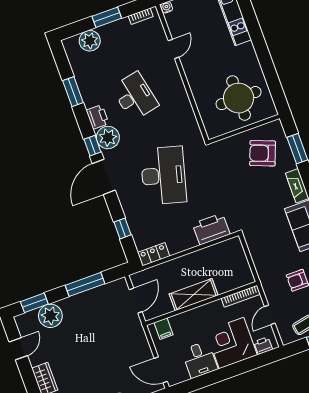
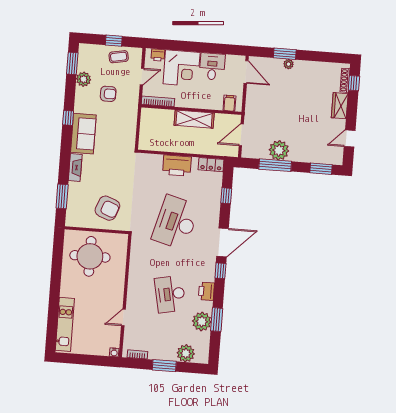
plant: (108, 138) -> (202, 321), moved
armchair: (263, 153) -> (107, 208), moved
printer: (211, 229) -> (177, 166), moved
plant: (50, 316) -> (279, 150), moved

